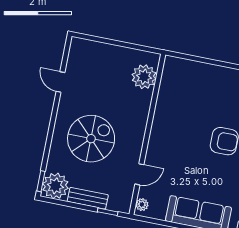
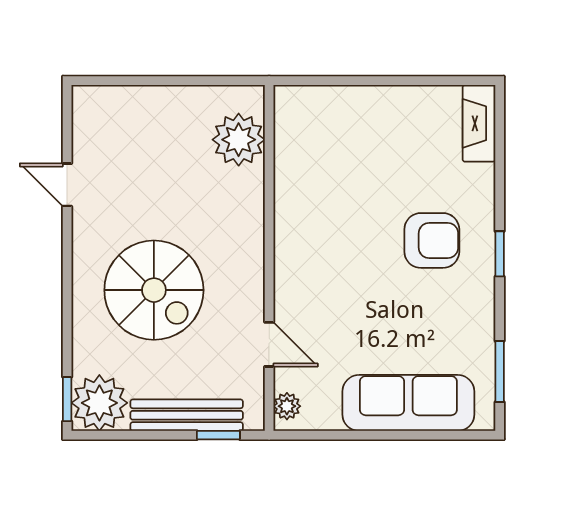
spiral stairs: (91, 139) -> (154, 290), turned 90
door: (139, 174) -> (269, 344), hinge flipped
bench: (88, 198) -> (187, 415), width x1.36

